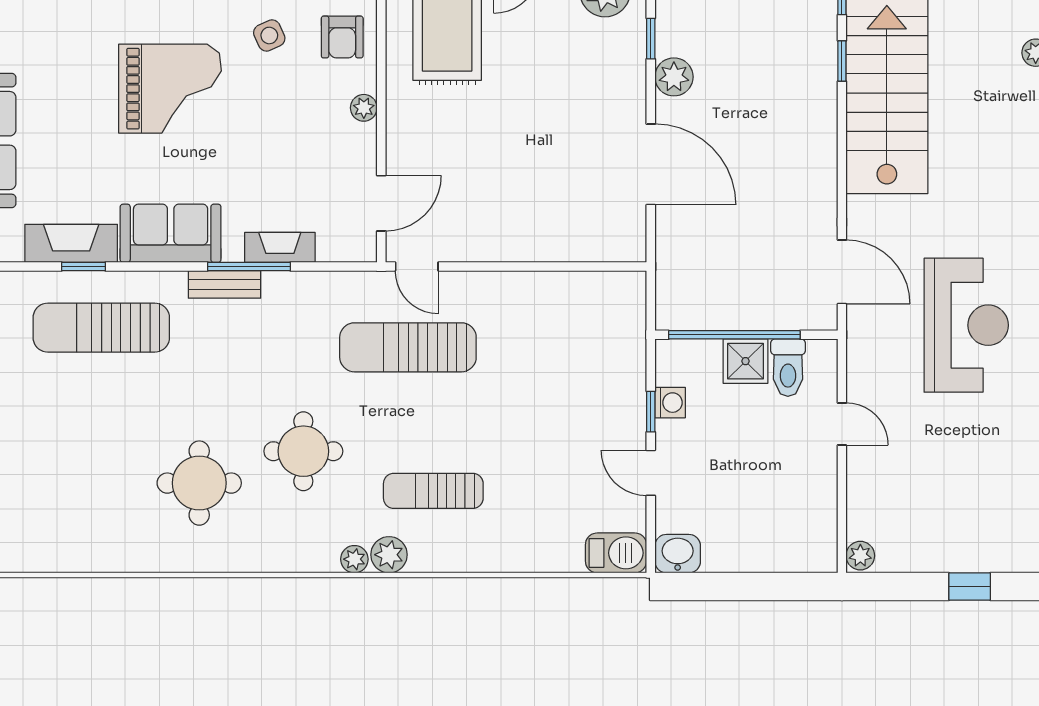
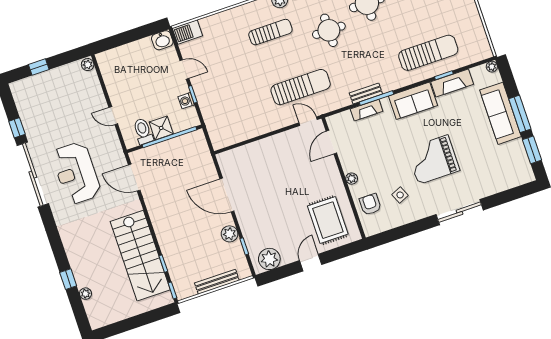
bench: (224, 284) -> (366, 94), moved

